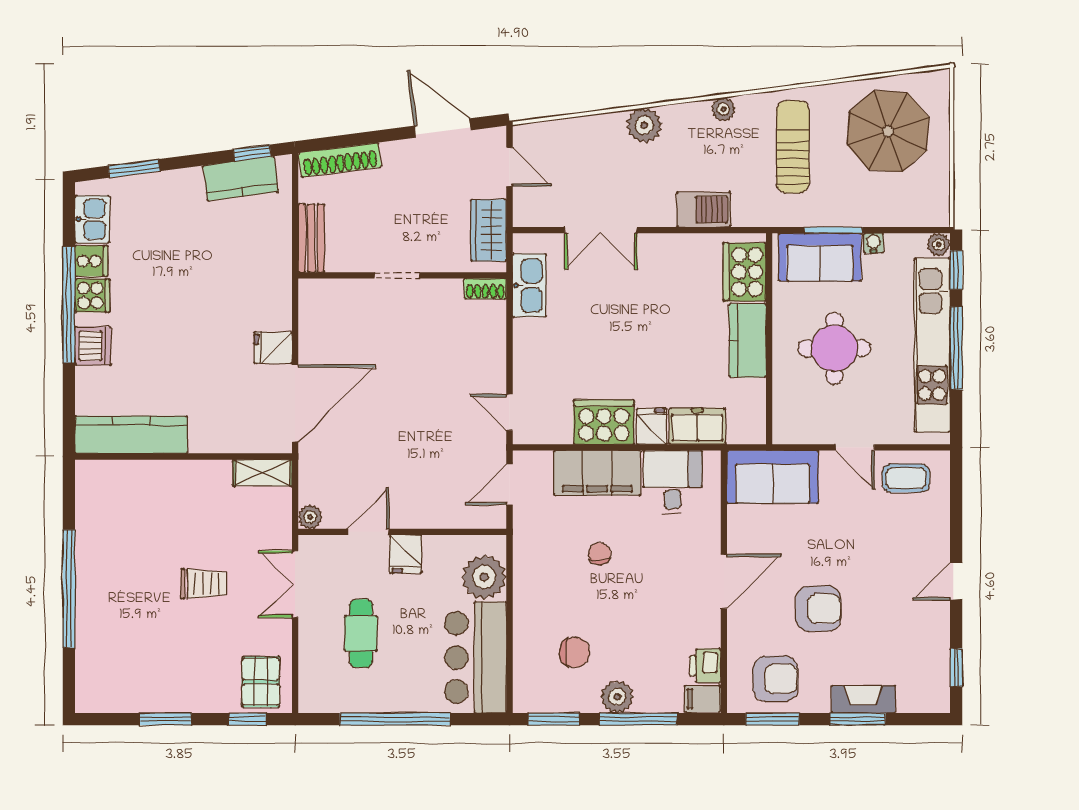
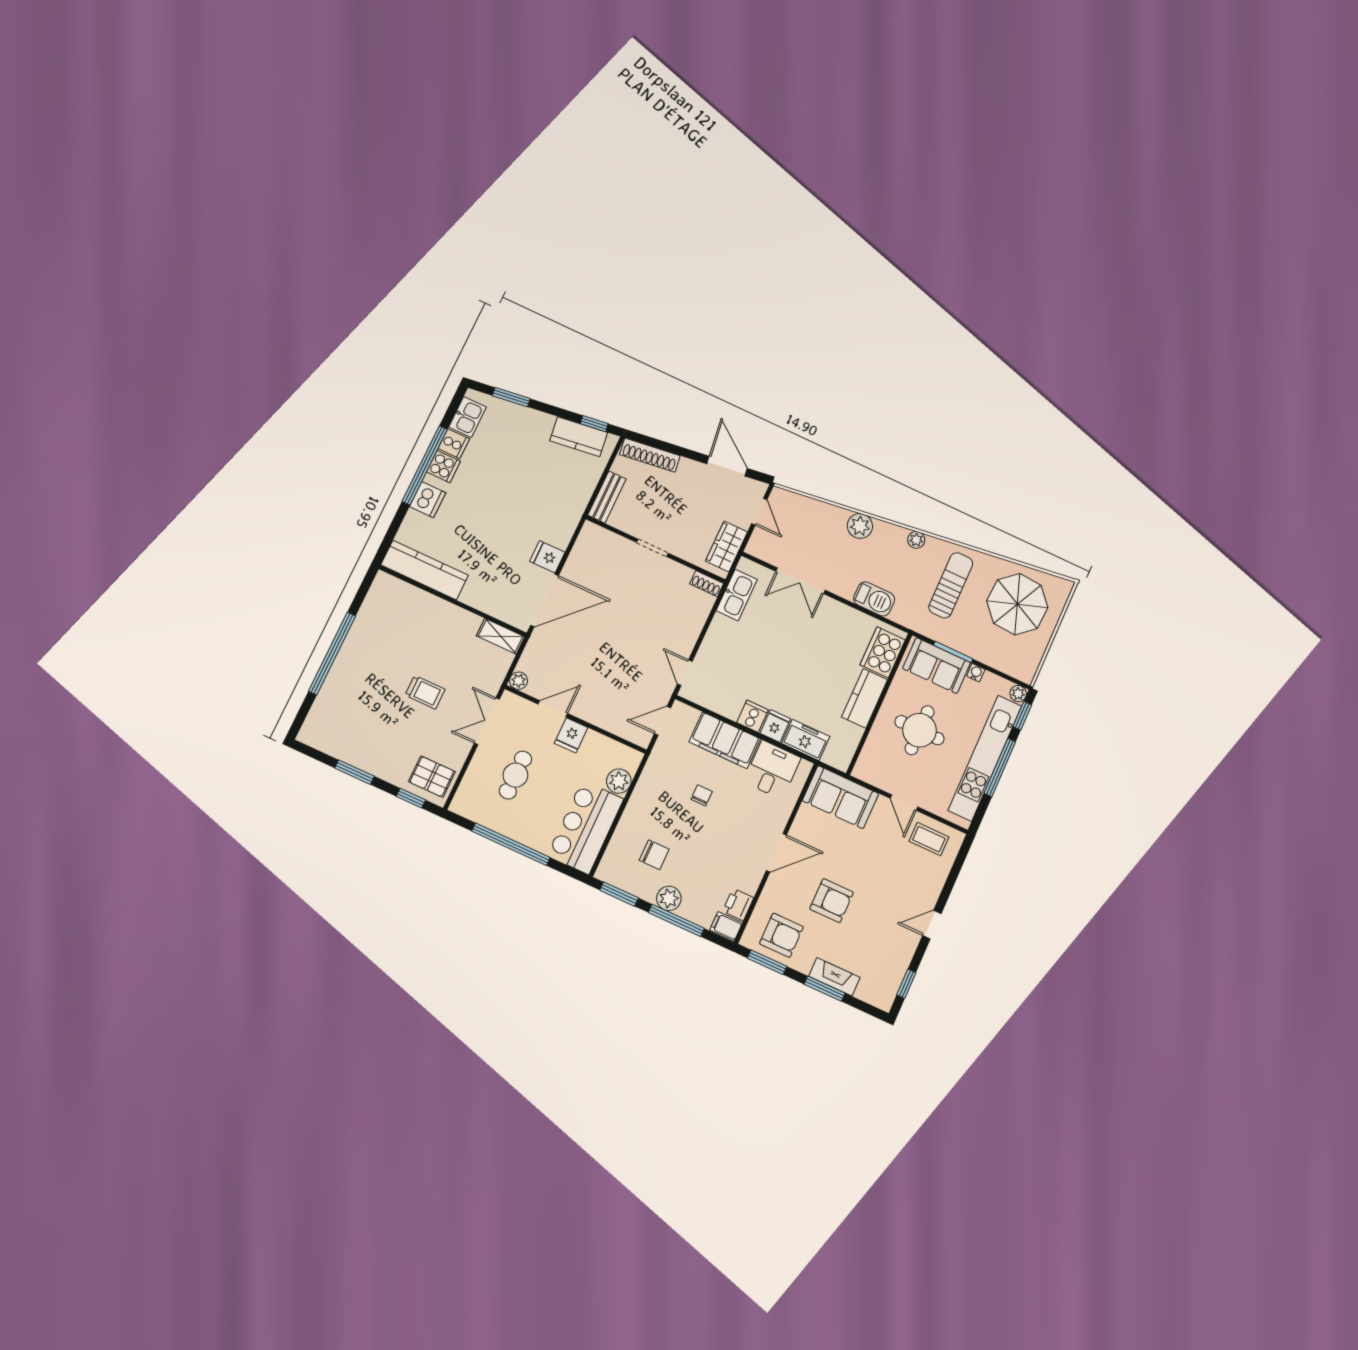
cooker: (604, 422) -> (753, 716), width x0.53, depth x0.76
plant: (484, 577) -> (619, 781), width x0.73, depth x0.73
pallet: (261, 682) -> (432, 777), turned 90

